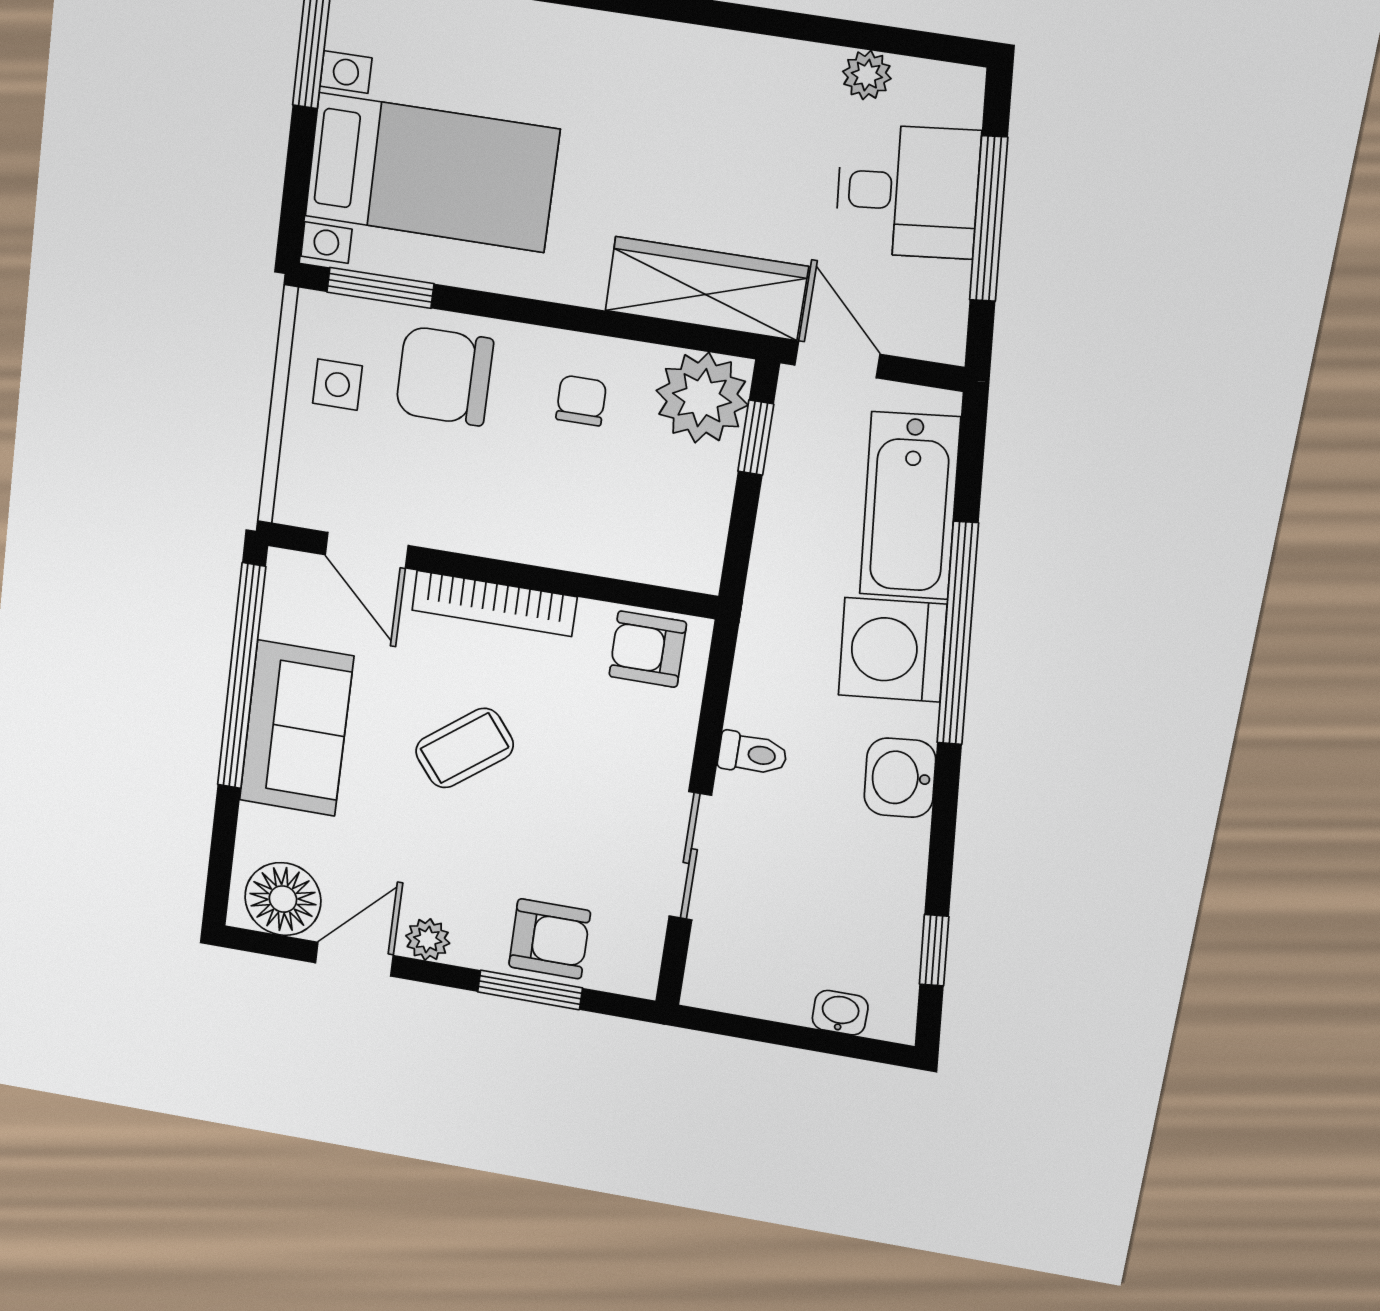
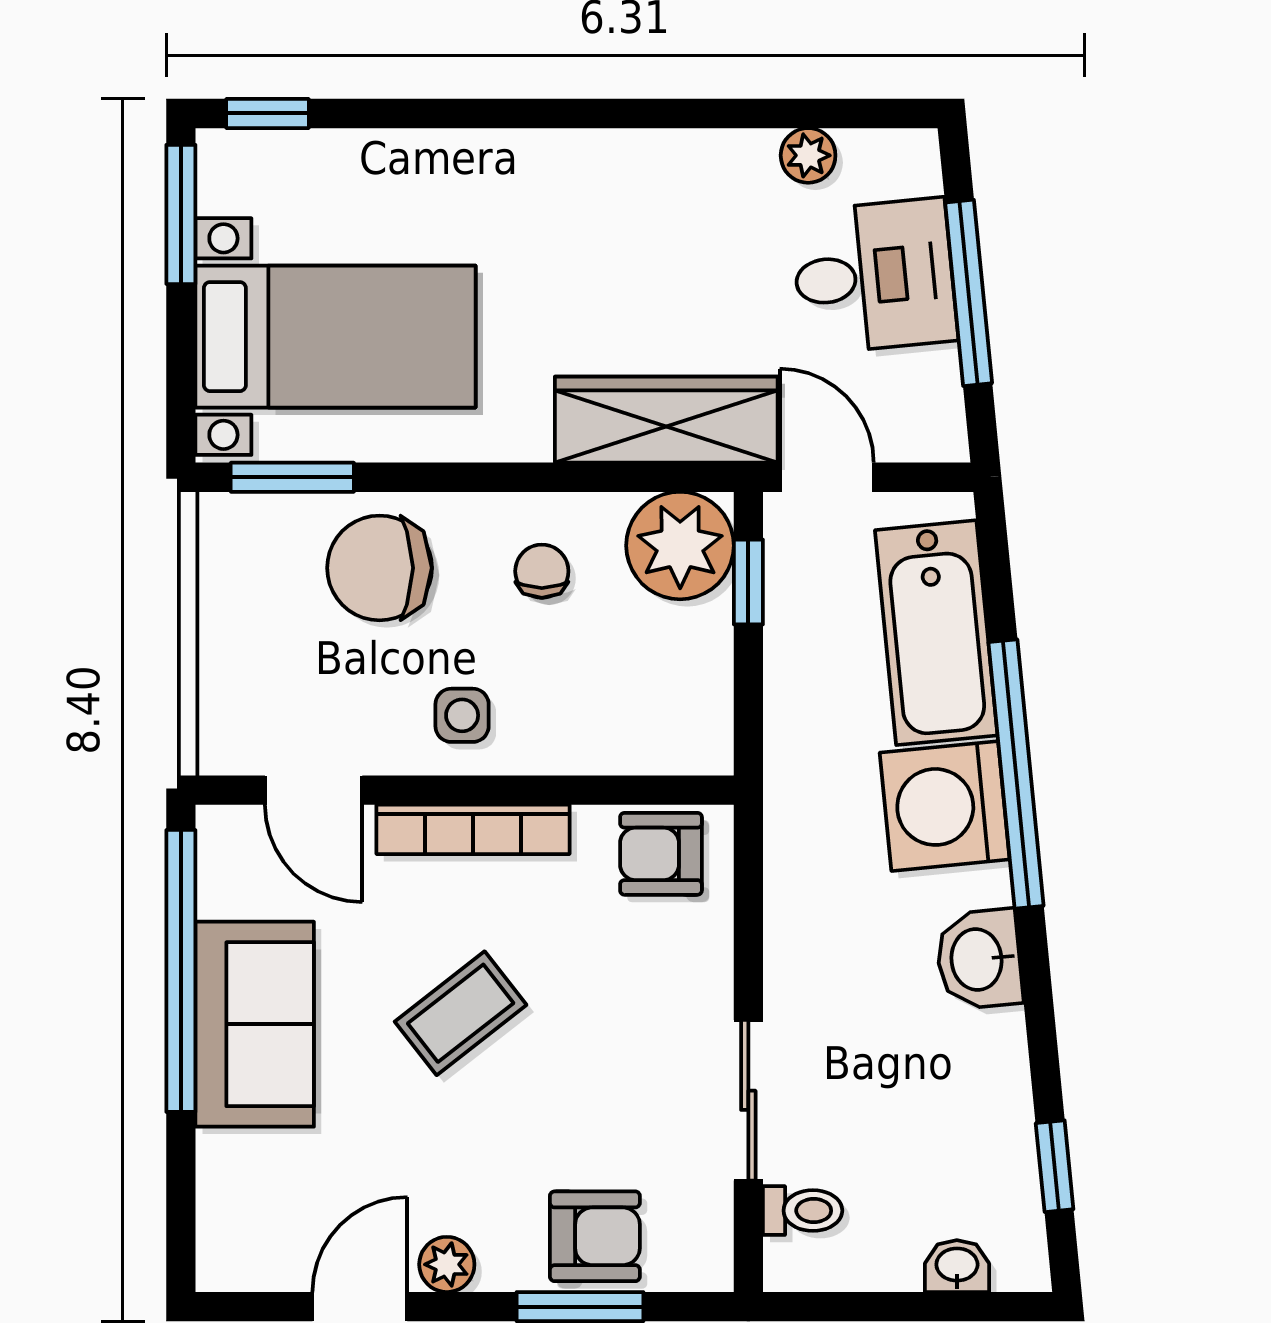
side table: (337, 385) -> (462, 715), moved
toilet: (752, 754) -> (803, 1211), moved
floor lamp: (283, 899) -> (263, 1245), removed

